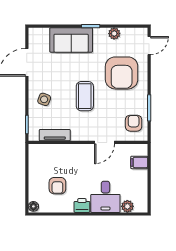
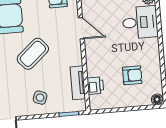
coffee table: (85, 96) -> (33, 54), turned -41
printer: (82, 205) -> (95, 86), moved, turned 180

